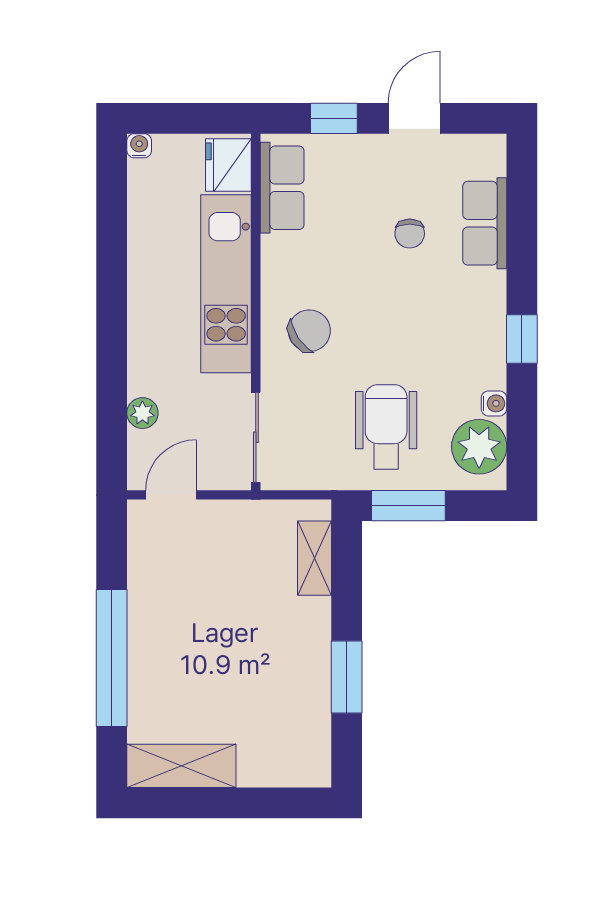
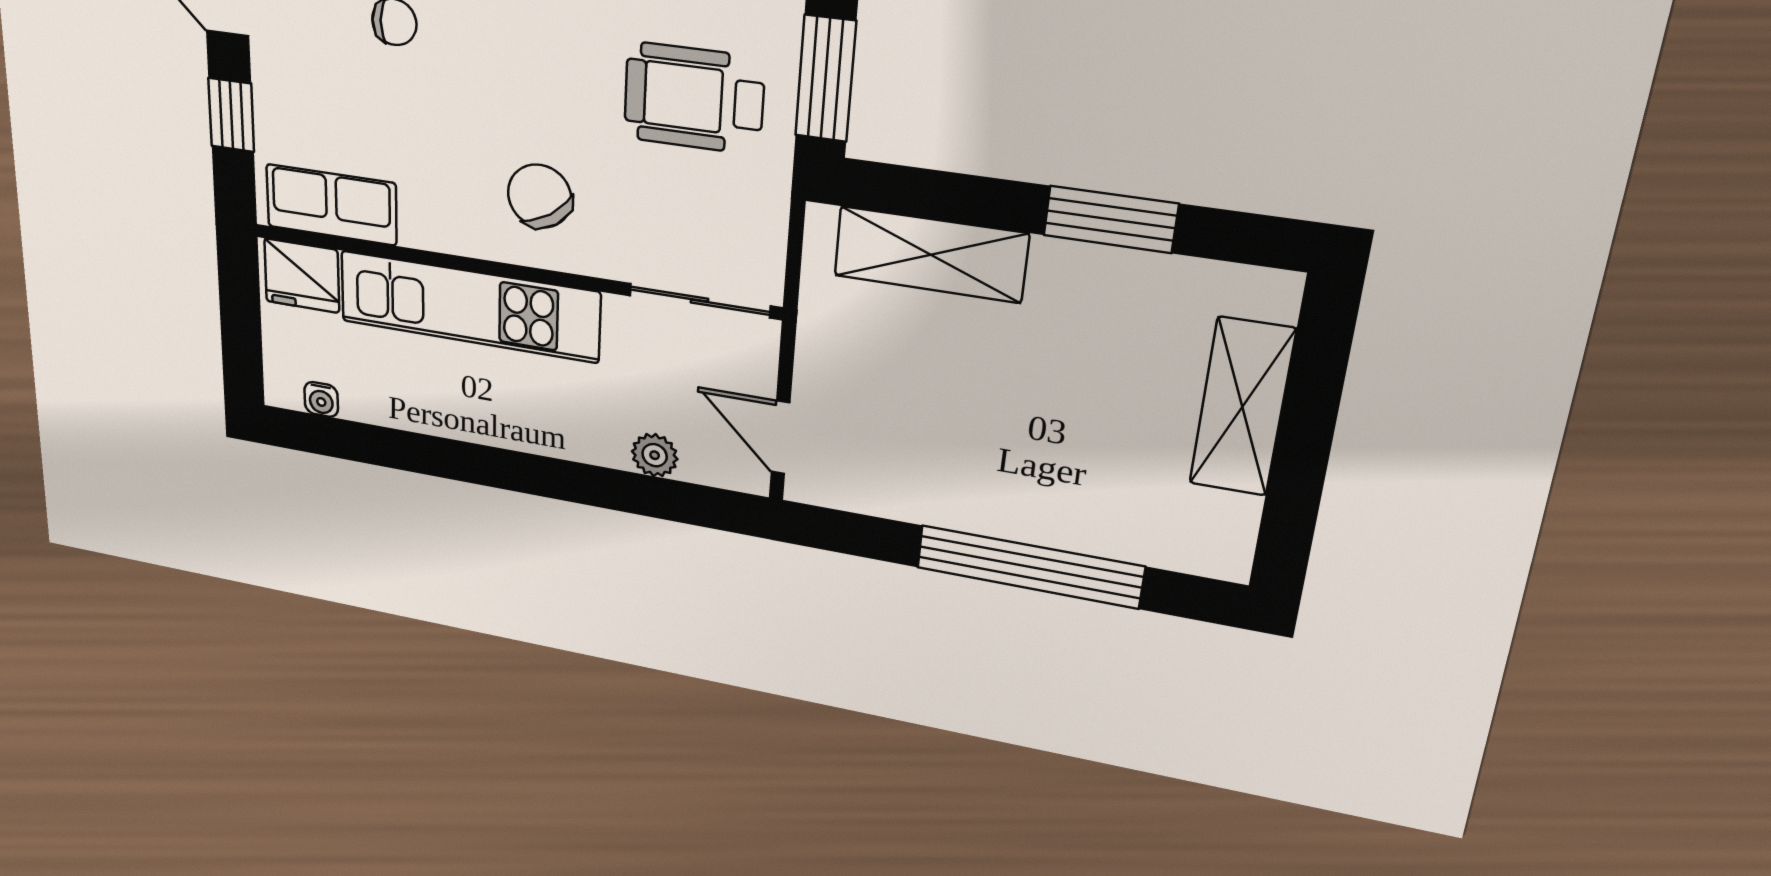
water cooler: (139, 146) -> (321, 399), moved, turned -90
shelving: (314, 558) -> (931, 255), width x1.50, depth x1.33
shelving: (181, 766) -> (1242, 407), moved

